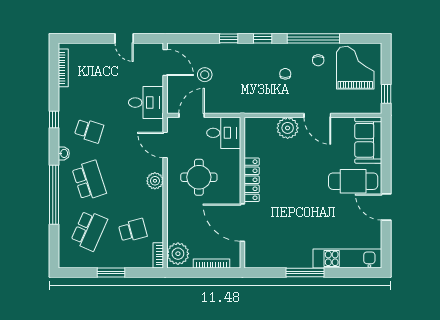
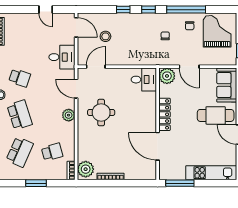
desk: (224, 133) -> (144, 80), moved
locker: (252, 180) -> (164, 114), moved
wall: (242, 193) -> (158, 124), moved
door: (242, 223) -> (158, 146), moved

